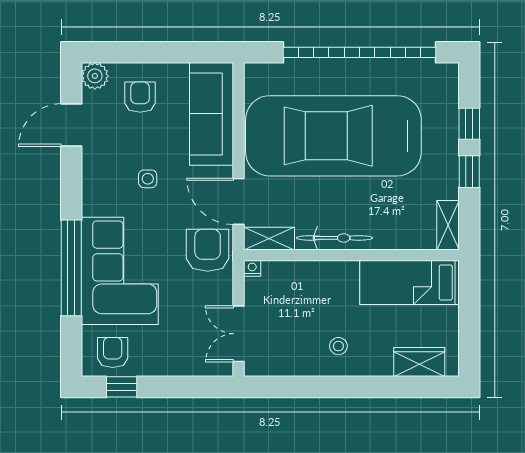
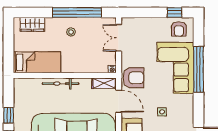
shelving: (448, 225) -> (19, 90), removed
bicycle: (335, 238) -> (61, 84), moved
armchair: (208, 250) -> (133, 78), turned -90
double door: (239, 334) -> (119, 38), swing flipped
window: (326, 387) -> (77, 12), added

